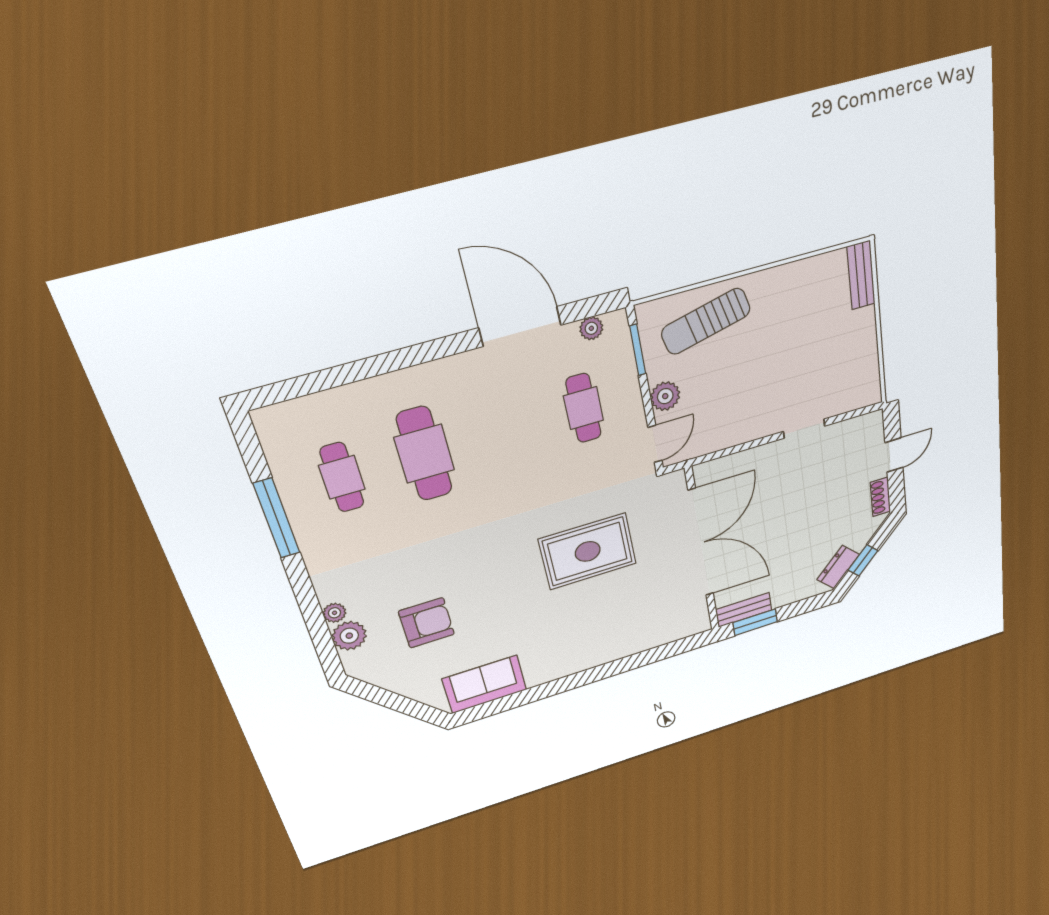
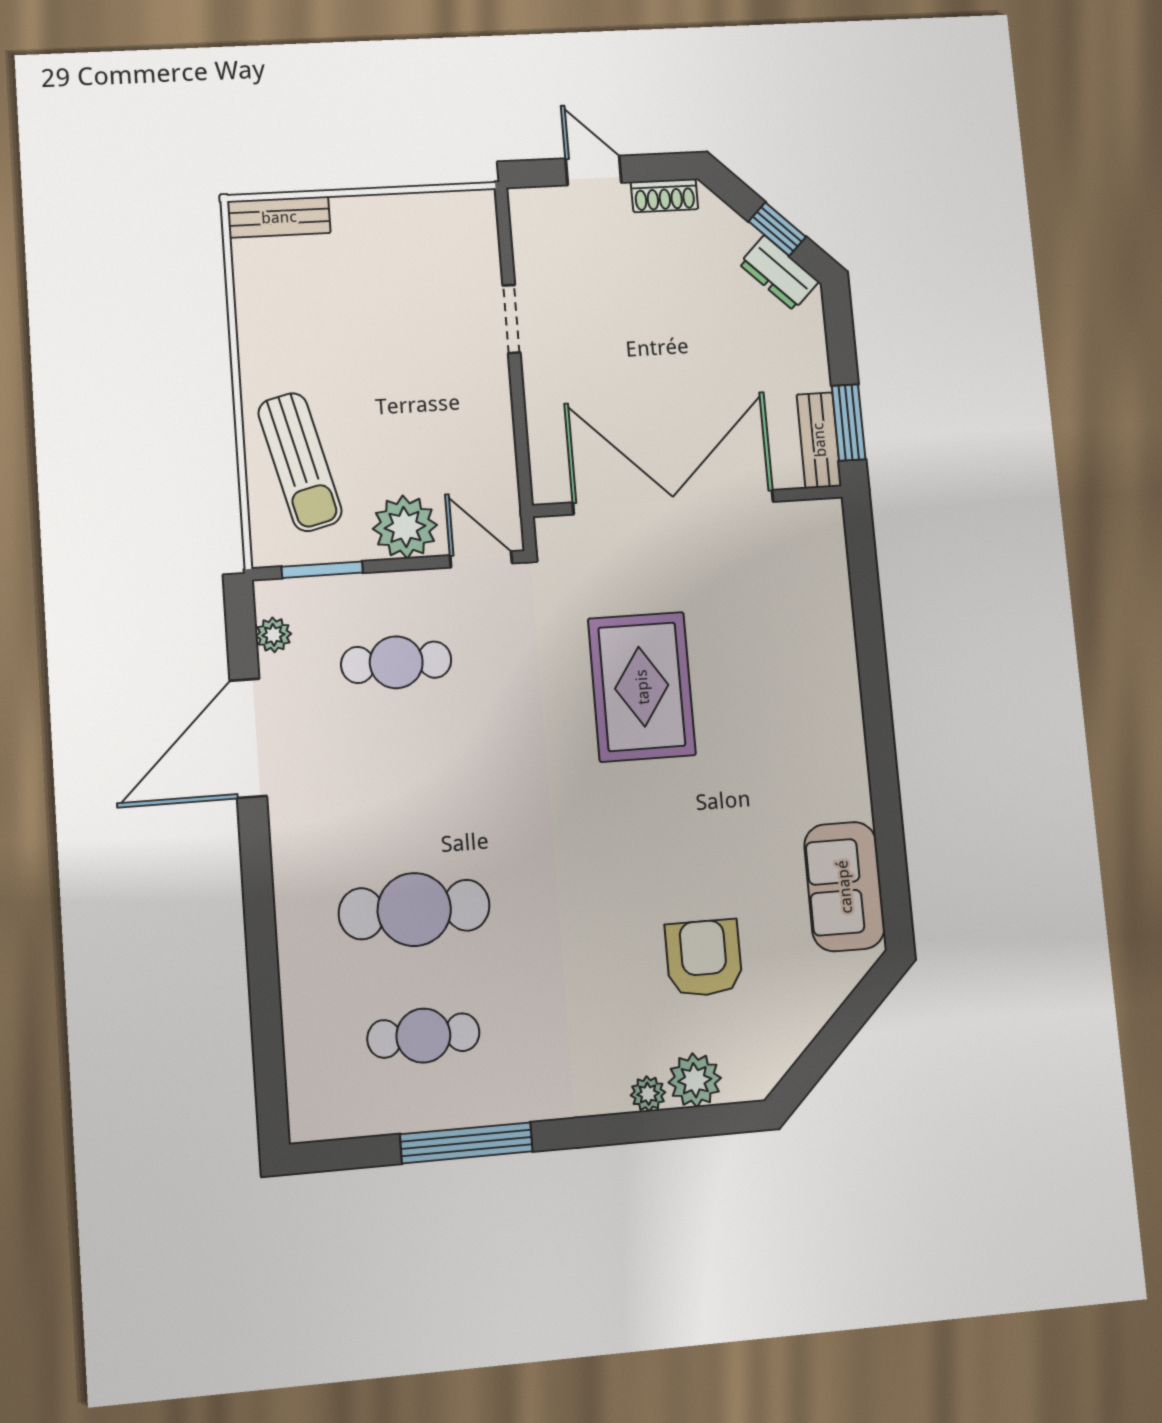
plant: (665, 396) -> (405, 527), width x1.36, depth x1.36

